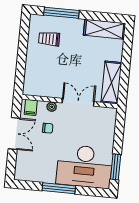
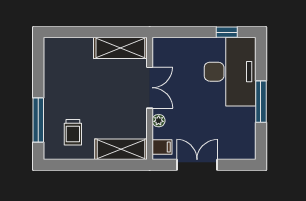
shelving: (105, 29) -> (121, 149), moved, turned 90
double door: (78, 102) -> (150, 88), swing flipped
chair: (48, 128) -> (186, 123), removed
window: (116, 167) -> (227, 32), width x0.67

